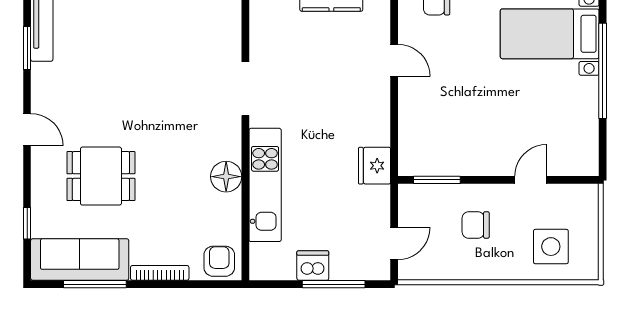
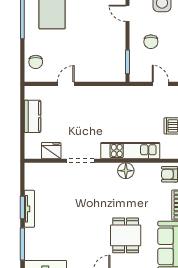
fridge: (375, 166) -> (51, 151), moved, turned 180

